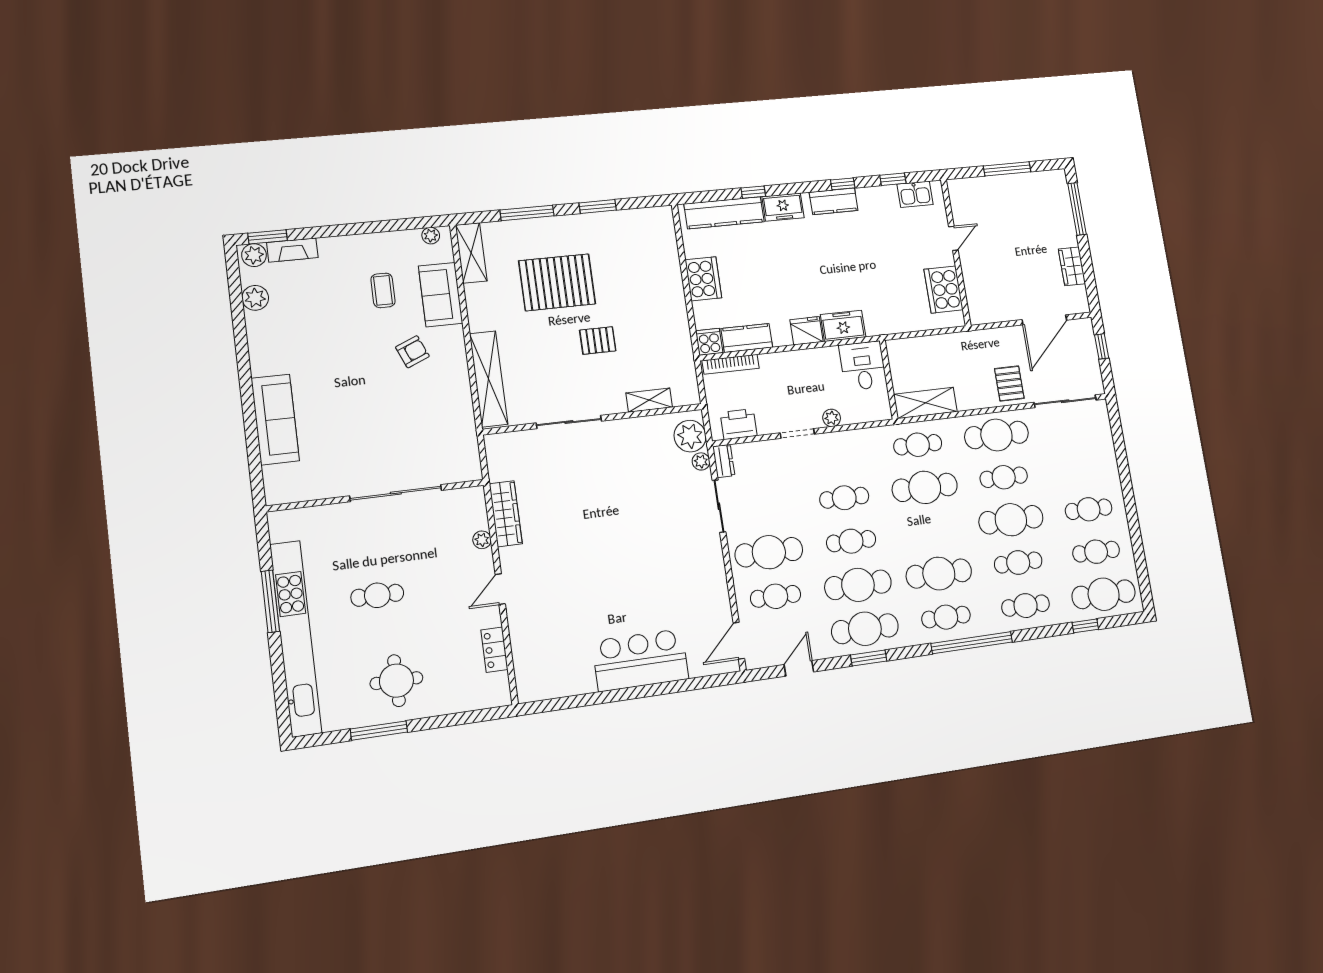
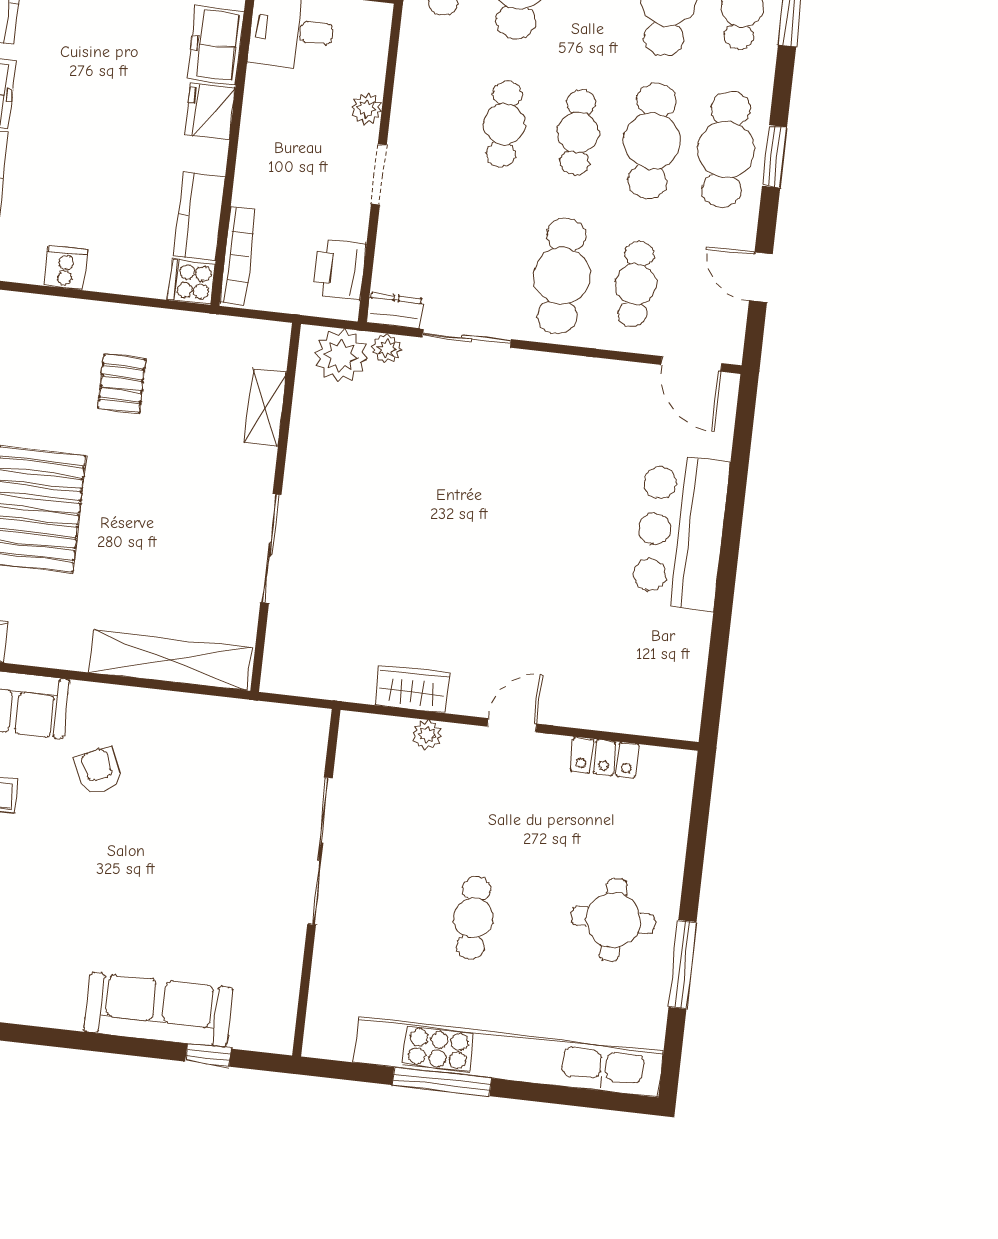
cooker: (703, 279) -> (66, 268), width x0.53, depth x0.76
pallet: (598, 340) -> (122, 384), moved
window: (254, 456) -> (208, 1055), added
wardrobe: (506, 514) -> (412, 689), width x0.67
door: (500, 589) -> (512, 725), swing flipped

